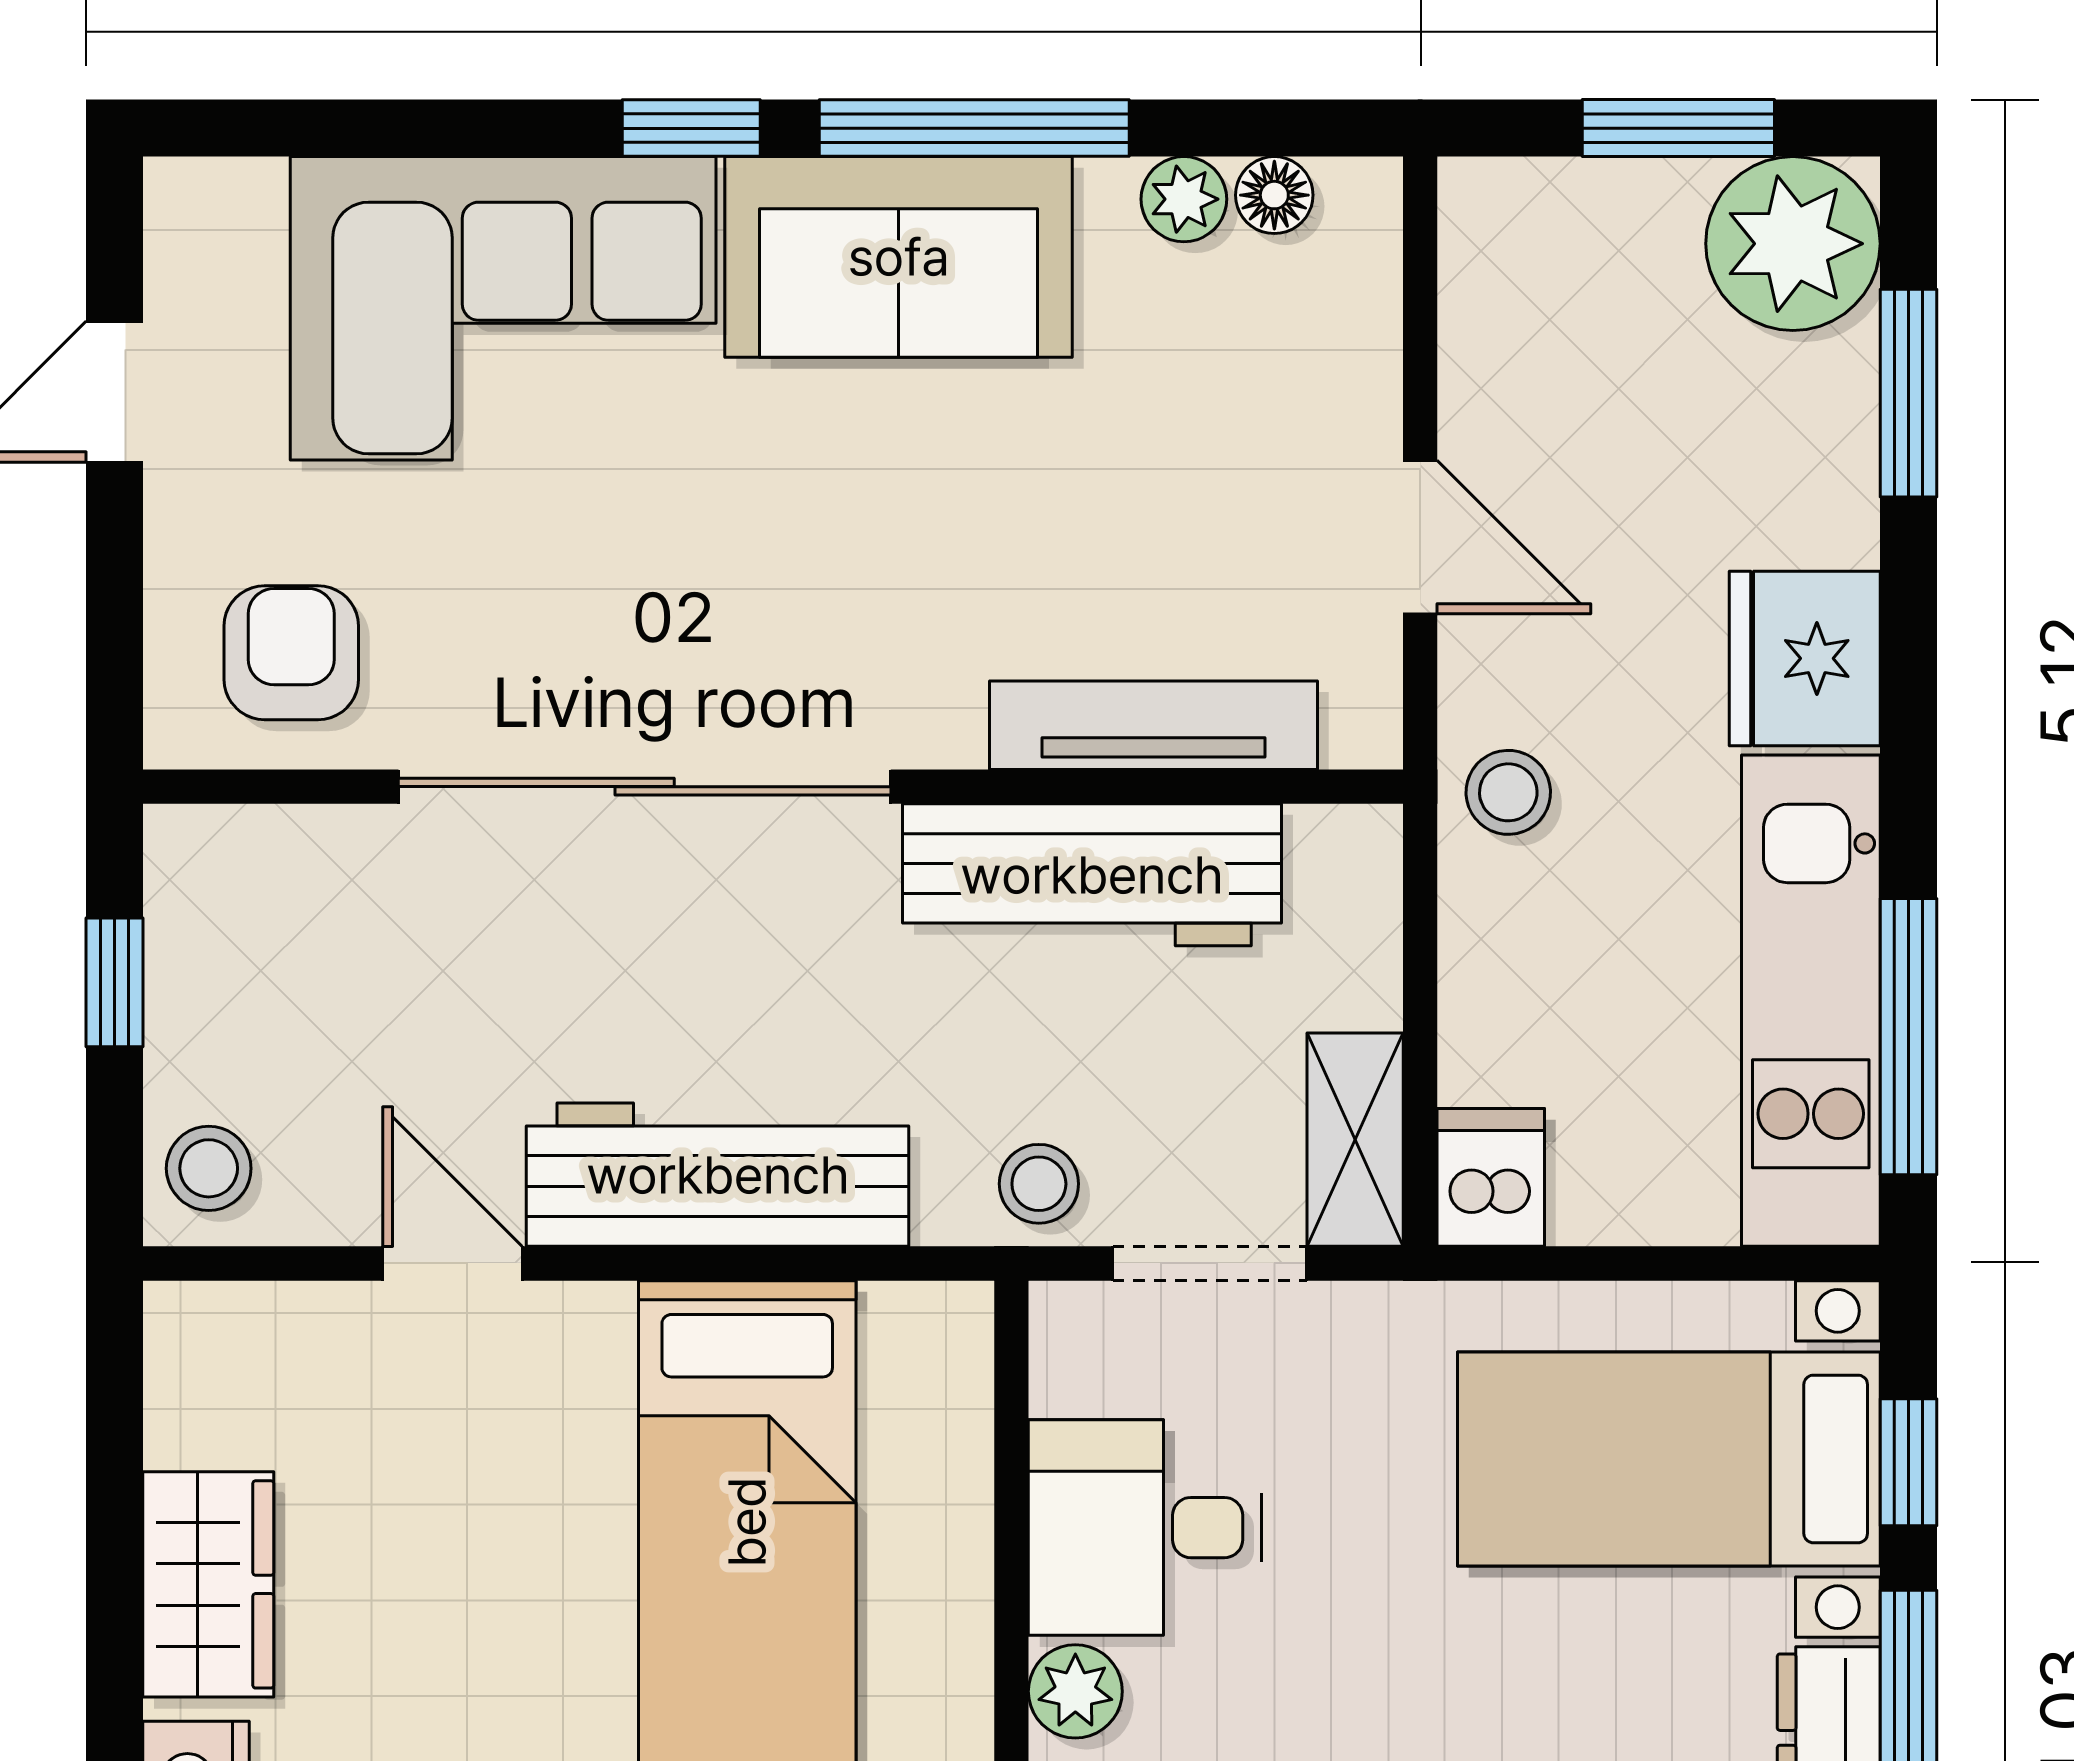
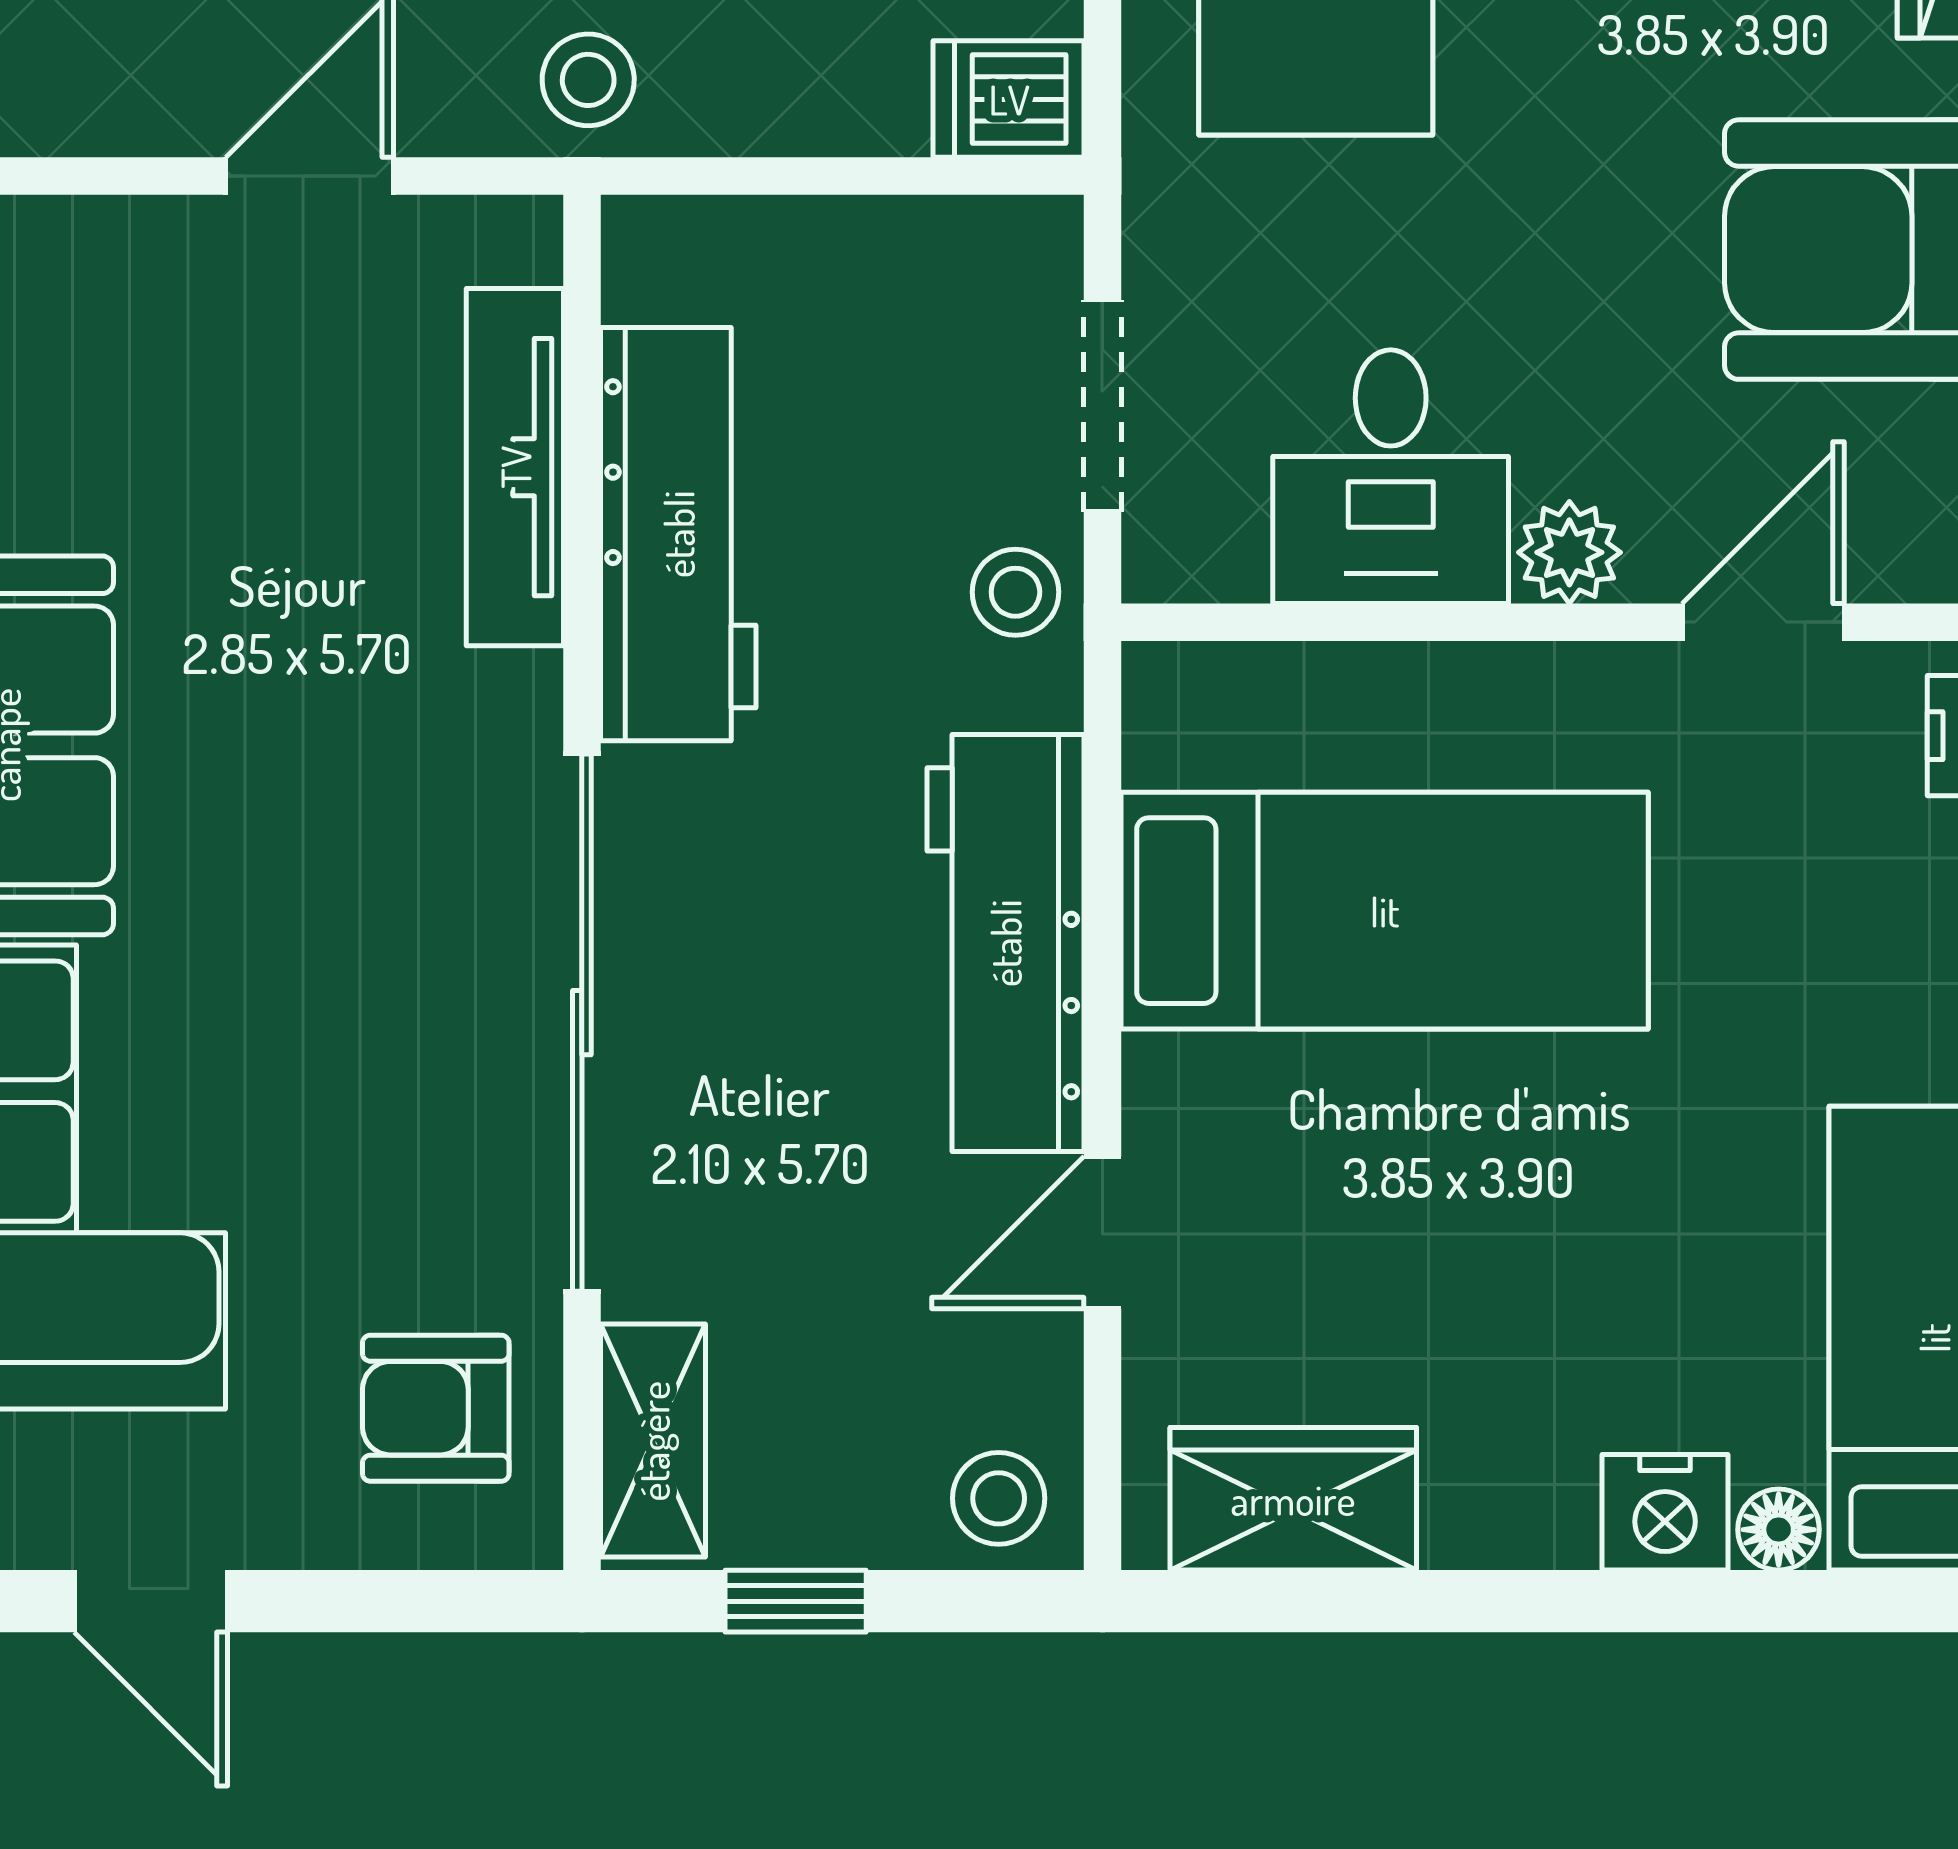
shelving: (1355, 1140) -> (653, 1441), moved, turned 90
wardrobe: (208, 1584) -> (1293, 1499), moved

